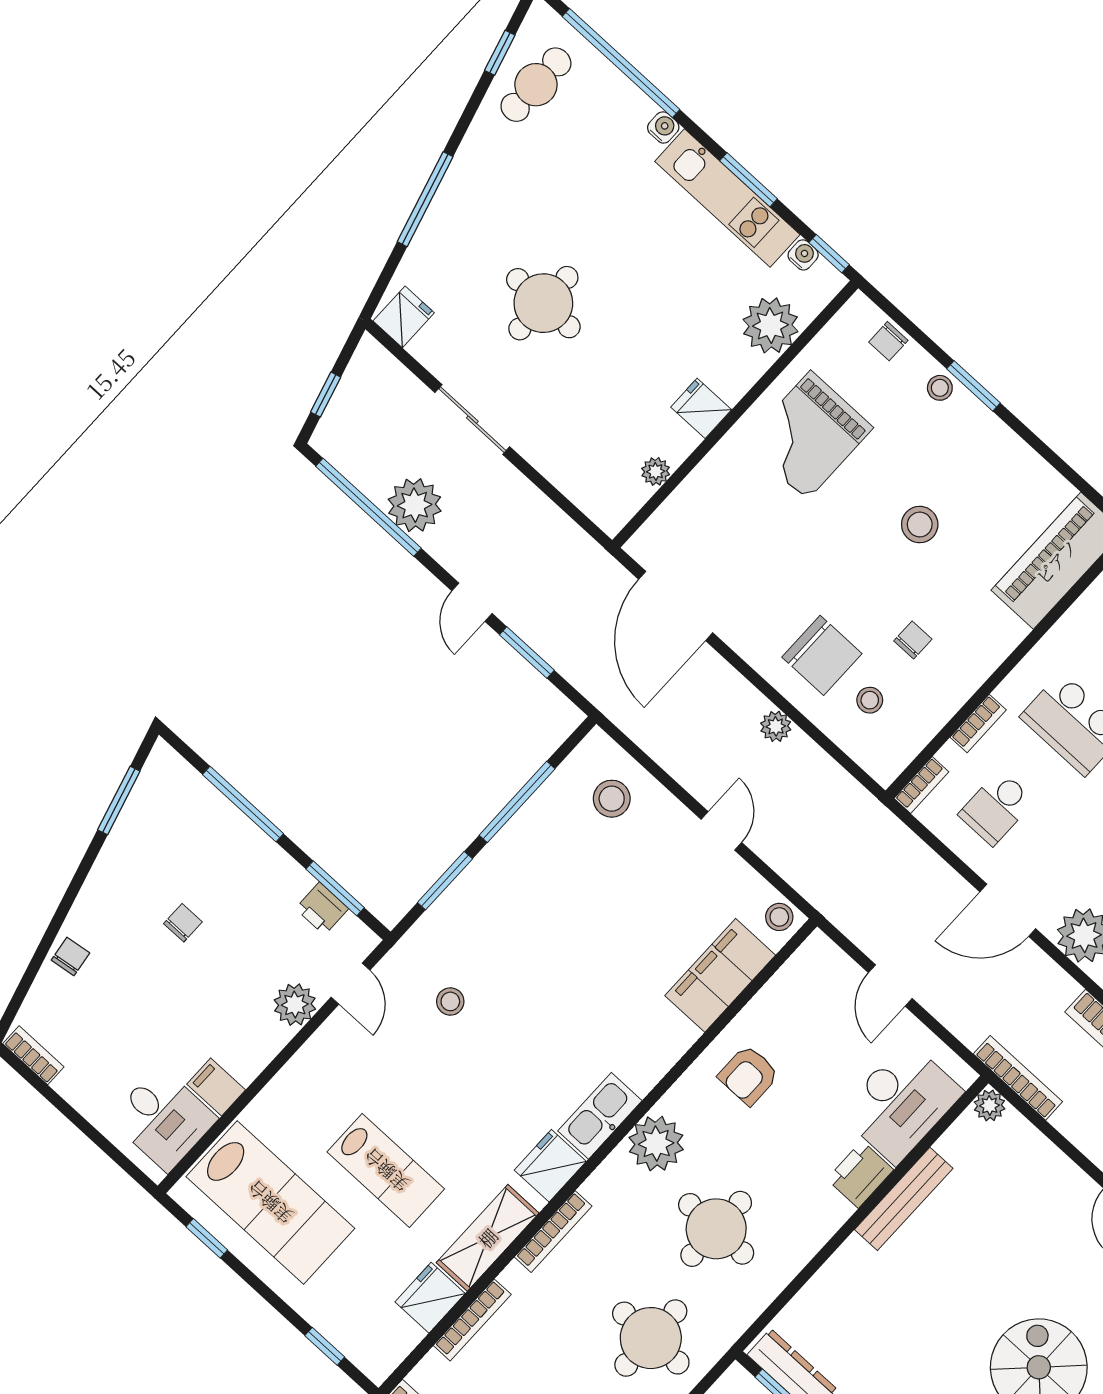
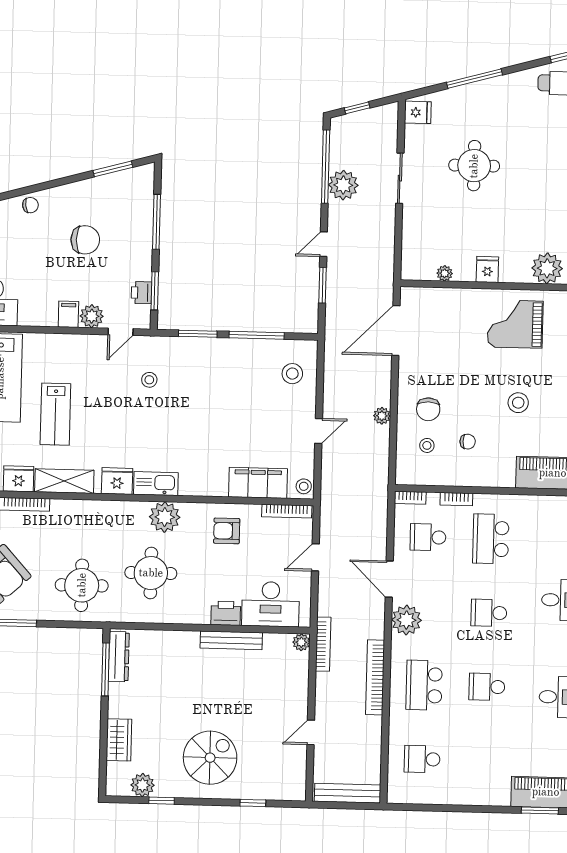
chair: (822, 655) -> (428, 409), width x0.73, depth x0.73
chair: (183, 923) -> (85, 240), width x1.87, depth x1.87
filing cabinet: (216, 1087) -> (68, 314), moved
bookcase: (553, 1232) -> (287, 511), moved

